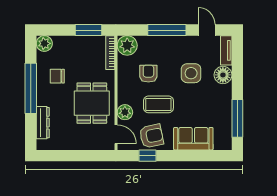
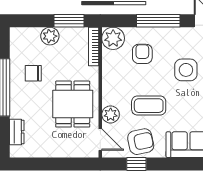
plant: (44, 43) -> (50, 36), moved
armchair: (148, 74) -> (142, 54), moved
dresser: (43, 123) -> (17, 132), width x0.70

